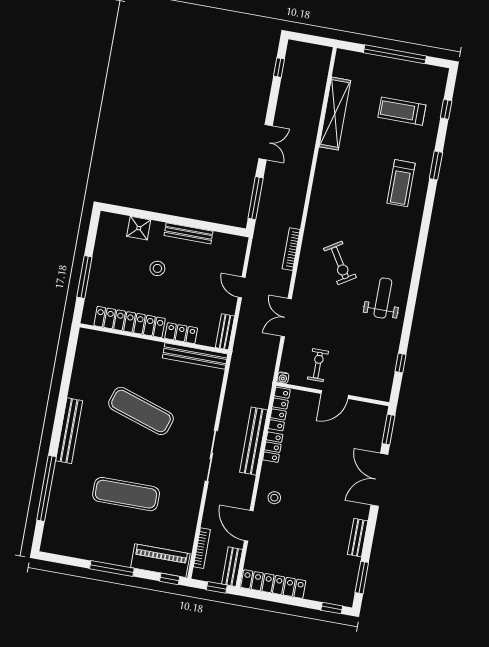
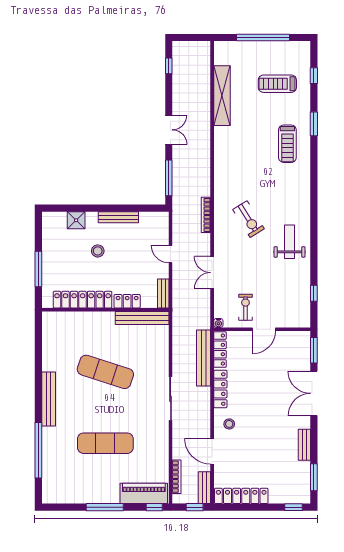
bench: (254, 441) -> (203, 358), moved
locker: (273, 447) -> (220, 389), width x1.53

